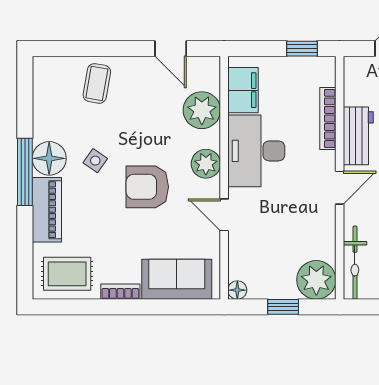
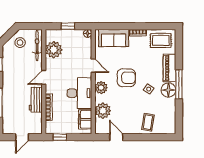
plant: (316, 280) -> (54, 50), moved

